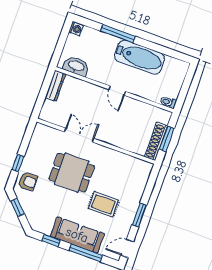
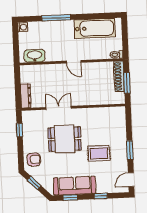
bathtub: (140, 57) -> (95, 28), moved
dresser: (55, 86) -> (26, 96), moved
shoe rack: (156, 141) -> (119, 76), moved
window: (18, 163) -> (20, 130), moved
sofa: (77, 235) -> (75, 186), moved
window: (86, 253) -> (101, 196), width x0.46

